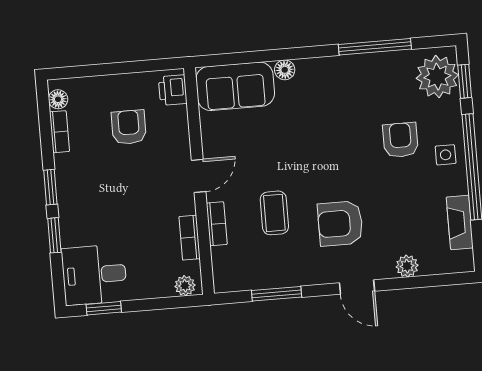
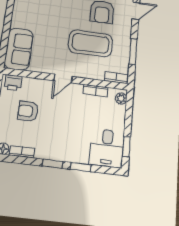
floor lamp: (285, 70) -> (16, 22), removed
door: (199, 176) -> (63, 79), swing flipped
coffee table: (274, 213) -> (90, 43), width x1.86, depth x1.72
bookcase: (217, 224) -> (117, 78), moved

